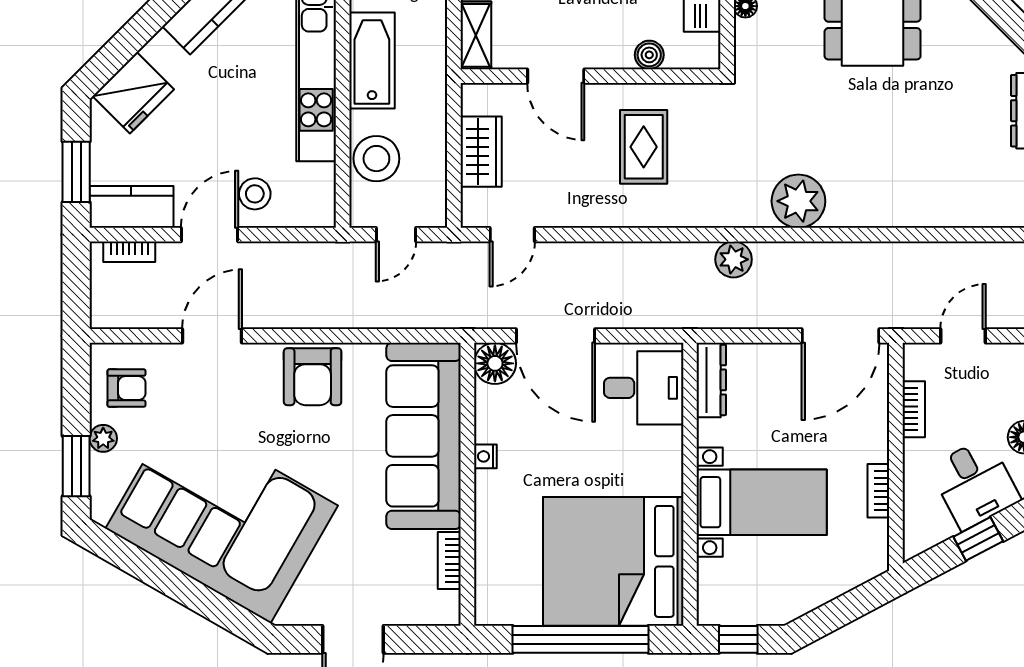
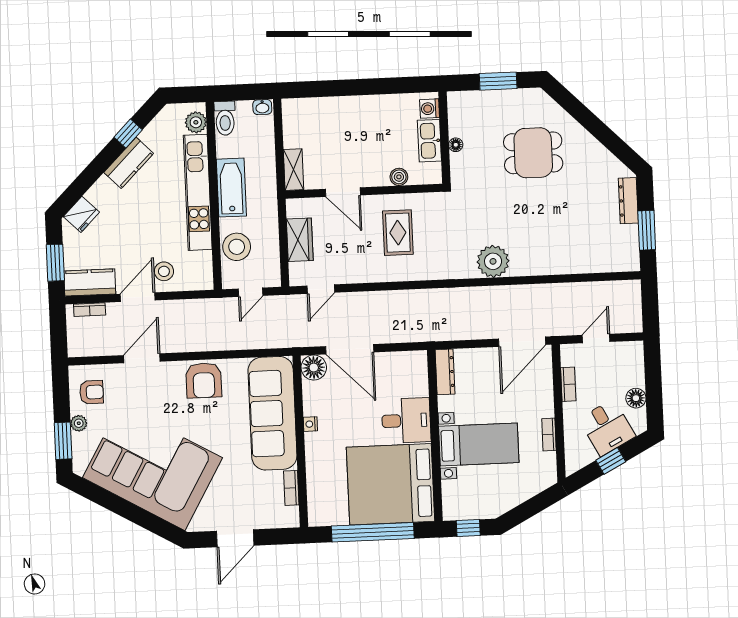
fridge: (133, 93) -> (81, 214), width x0.73, depth x0.75
plant: (734, 259) -> (455, 298), removed
desk: (644, 388) -> (406, 421), moved

